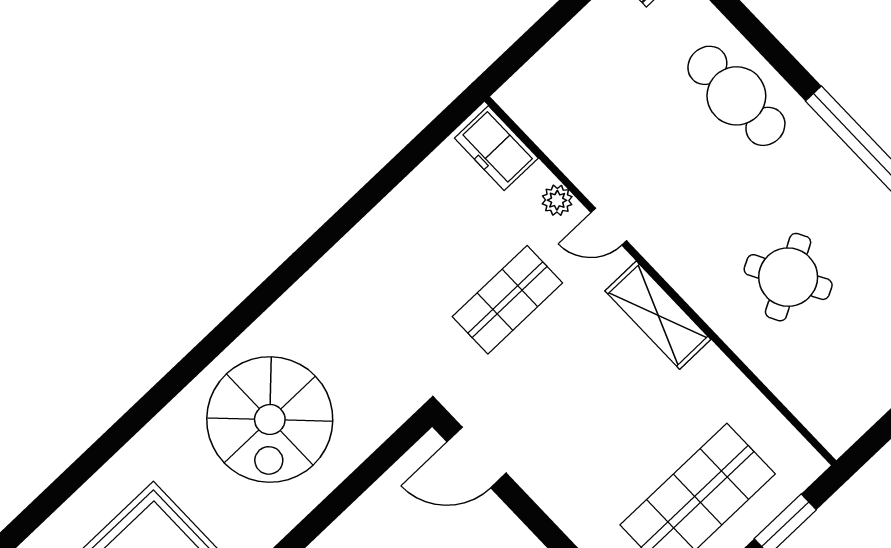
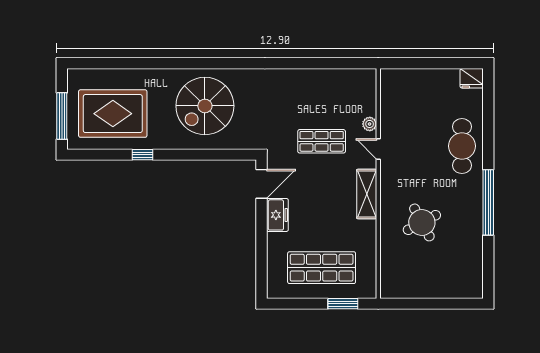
freezer: (496, 148) -> (277, 215), moved, turned 180
door: (477, 457) -> (262, 184), swing flipped

